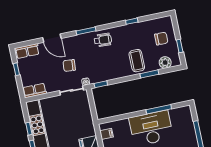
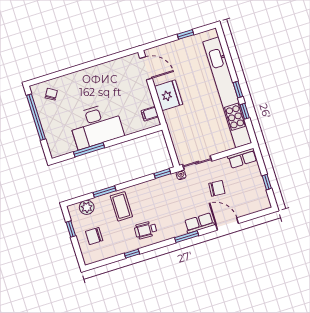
wheelchair: (103, 40) -> (146, 230), moved
row of seats: (27, 51) -> (199, 223), moved
chair: (69, 65) -> (217, 188), moved

